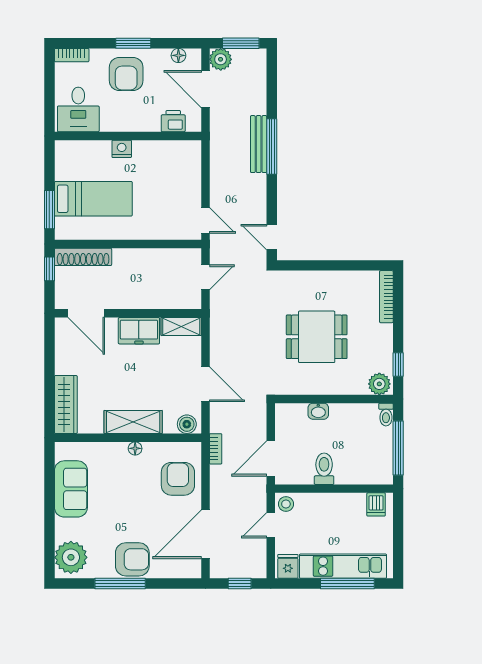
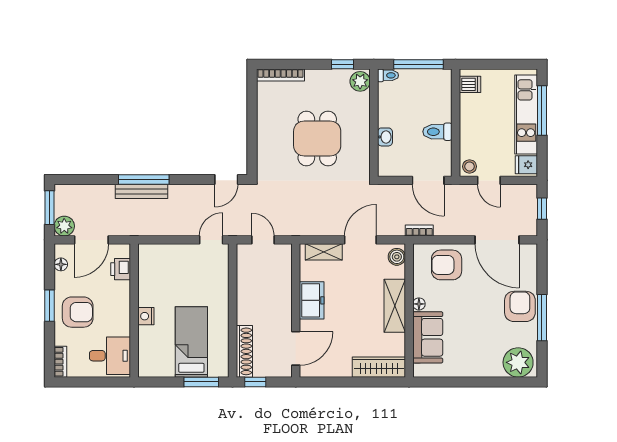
shelving: (181, 326) -> (324, 252), moved, turned 90
sofa: (71, 489) -> (428, 337), moved, turned 90

